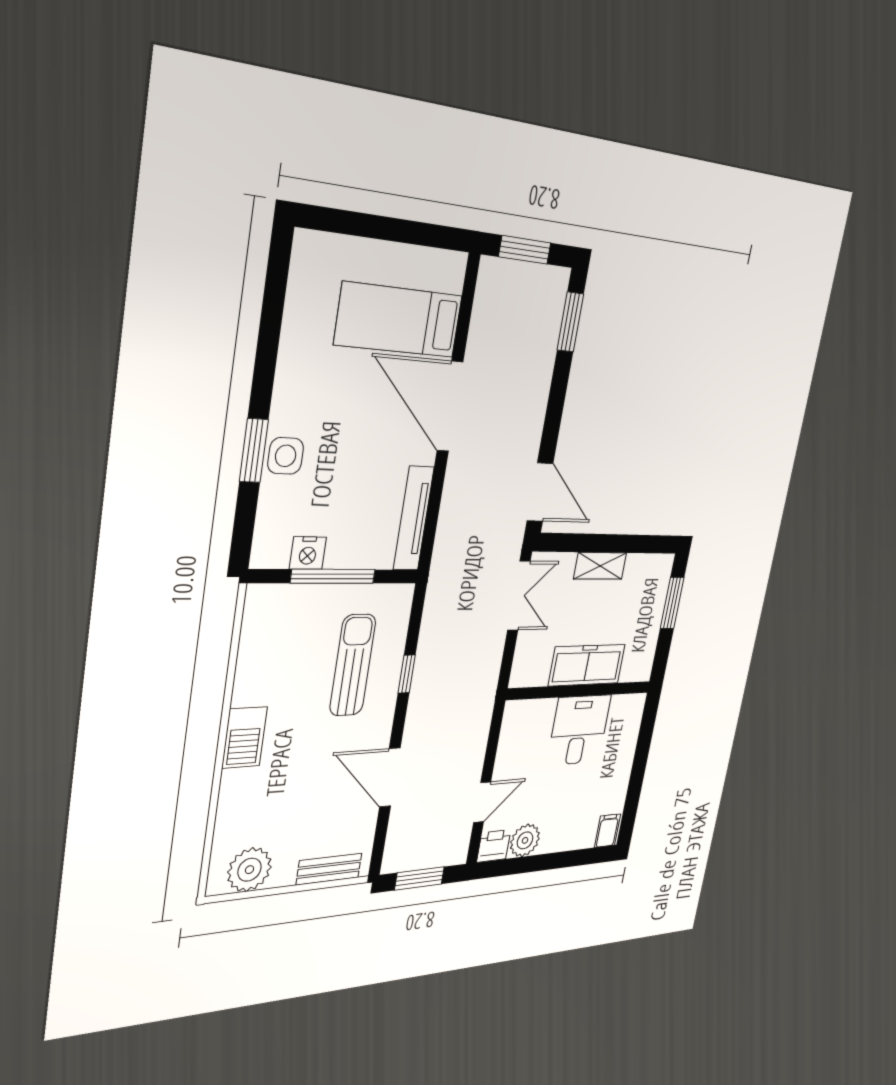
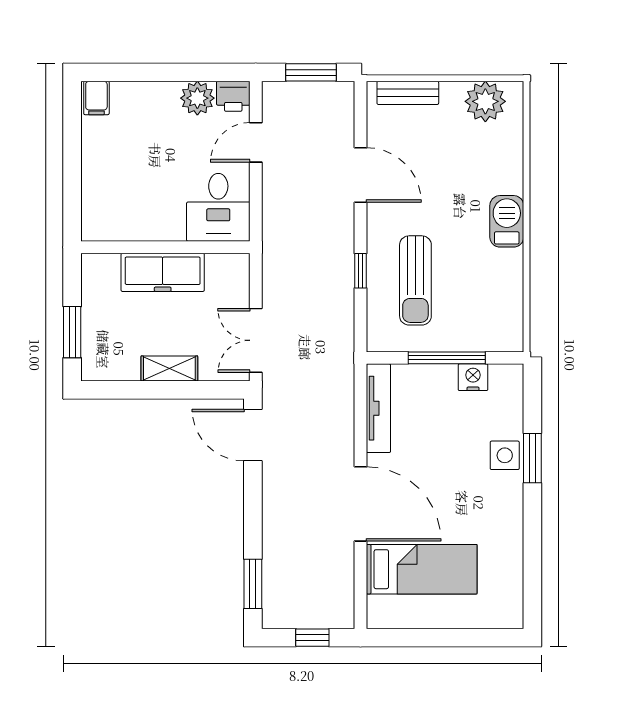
window: (525, 250) -> (312, 638), width x0.67
desk: (579, 730) -> (218, 207), moved

